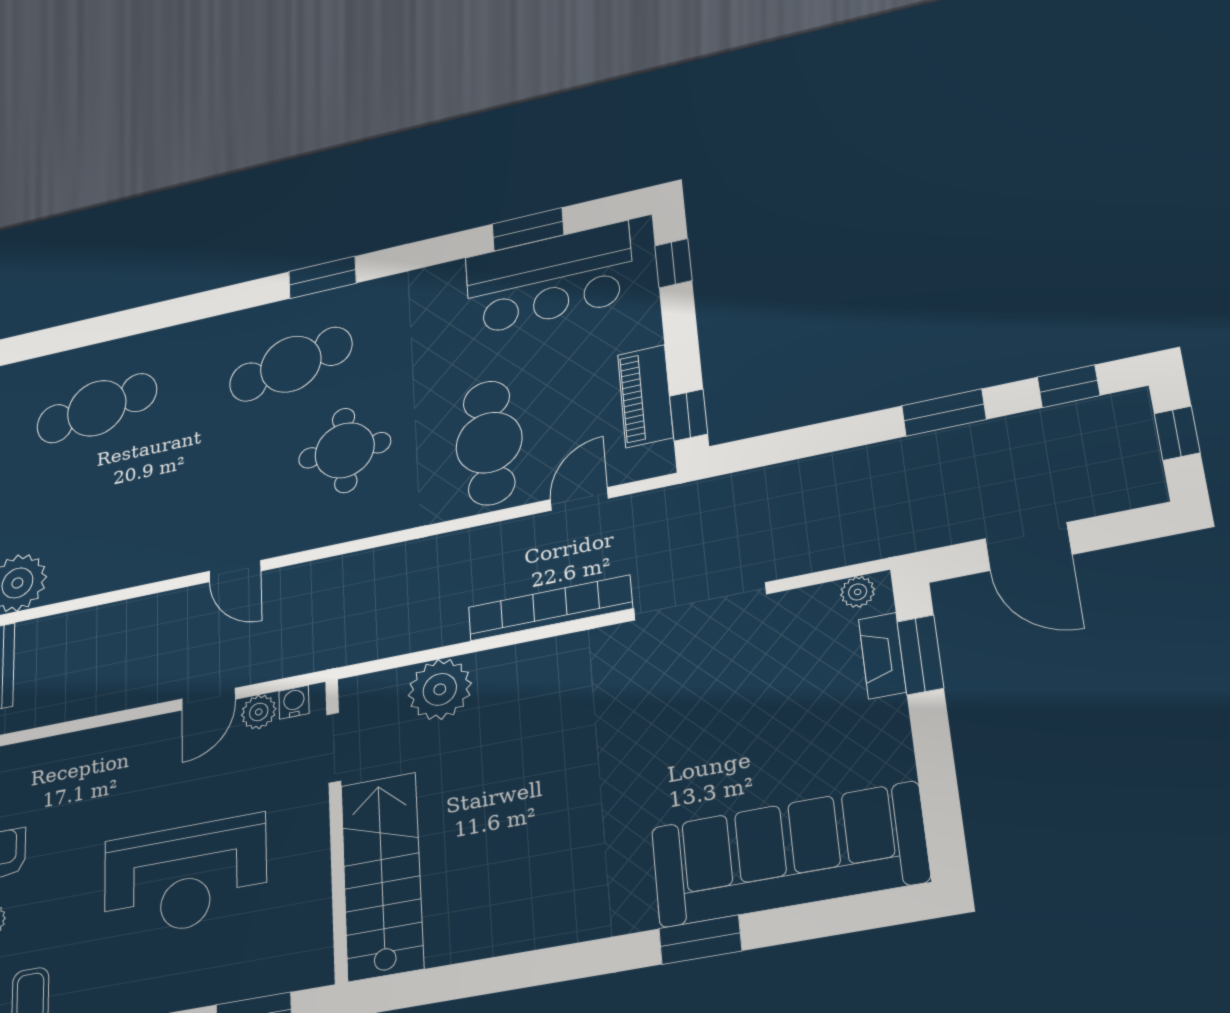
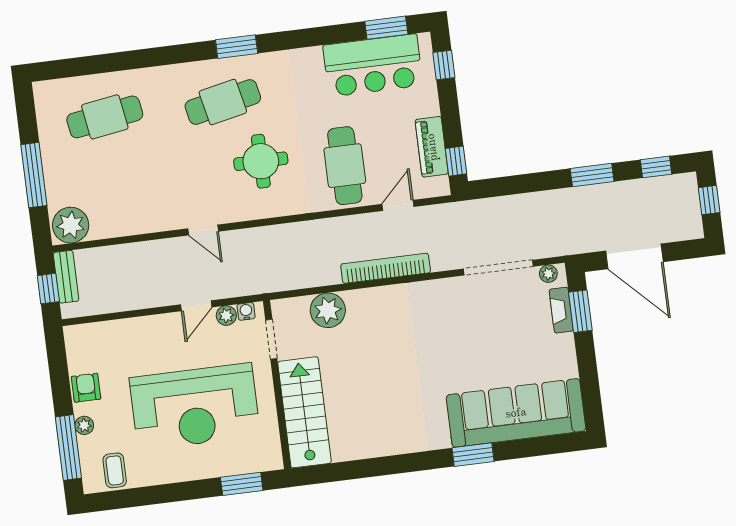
window: (528, 229) -> (386, 28), moved
door: (1028, 547) -> (634, 256), width x1.36
doorway: (700, 601) -> (498, 268), moved
reception desk: (185, 877) -> (195, 407), width x1.36, depth x1.30

